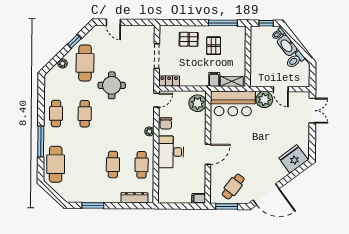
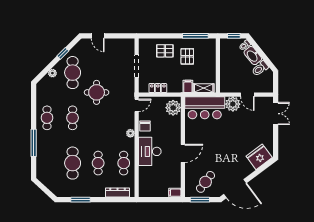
locker: (169, 81) -> (158, 88), moved
cafe table: (56, 164) -> (73, 163), moved

